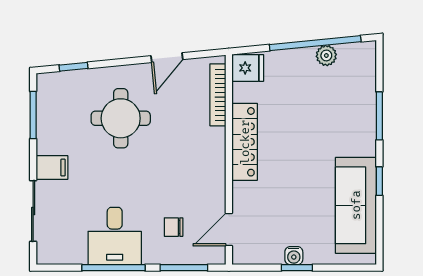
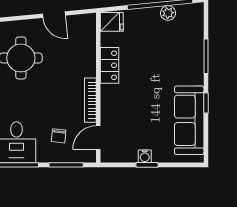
door: (167, 58) -> (54, 15), hinge flipped
bookcase: (218, 95) -> (90, 100), moved
locker: (245, 142) -> (109, 65), width x0.66
chair: (174, 227) -> (59, 136), turned -84

